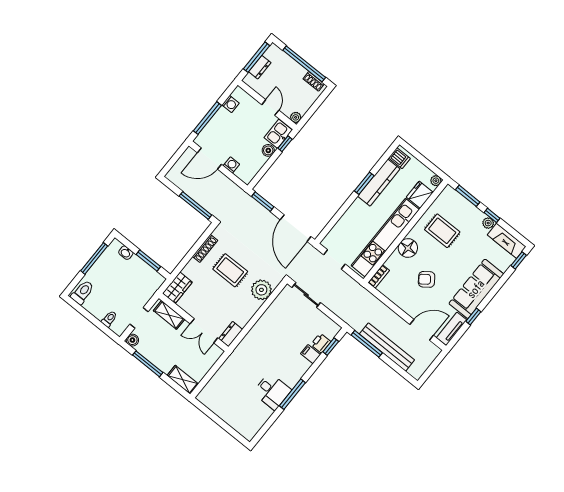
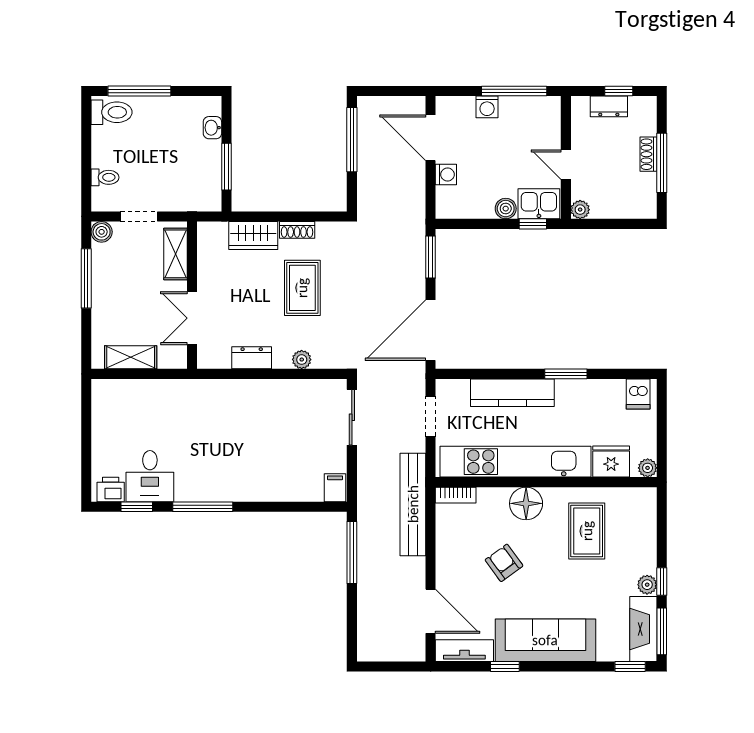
window: (256, 57) -> (619, 91), width x0.46
window: (304, 64) -> (662, 163), width x0.68
shoe rack: (314, 81) -> (648, 154), moved
washing machine: (230, 104) -> (487, 107), moved
door: (270, 108) -> (566, 165), swing flipped
window: (207, 118) -> (514, 91), moved
kitchen counter: (379, 183) -> (512, 393), moved
window: (468, 196) -> (662, 631), moved
window: (195, 206) -> (352, 140), moved
shoe rack: (205, 248) -> (297, 230), width x0.70
window: (94, 258) -> (139, 91), moved
wardrobe: (177, 288) -> (253, 236), moved
plant: (261, 290) -> (302, 360), width x0.53, depth x0.53
dresser: (231, 334) -> (252, 358), moved
printer: (321, 343) -> (111, 490), moved
window: (331, 347) -> (137, 507), moved
bench: (387, 347) -> (413, 504), moved
filing cabinet: (311, 354) -> (335, 488), moved
shelving: (183, 380) -> (131, 357), moved, turned 90
desk: (272, 391) -> (150, 476), moved

